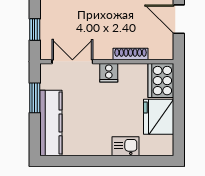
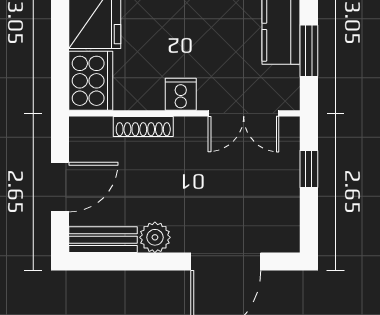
door: (179, 19) -> (60, 187), hinge flipped

